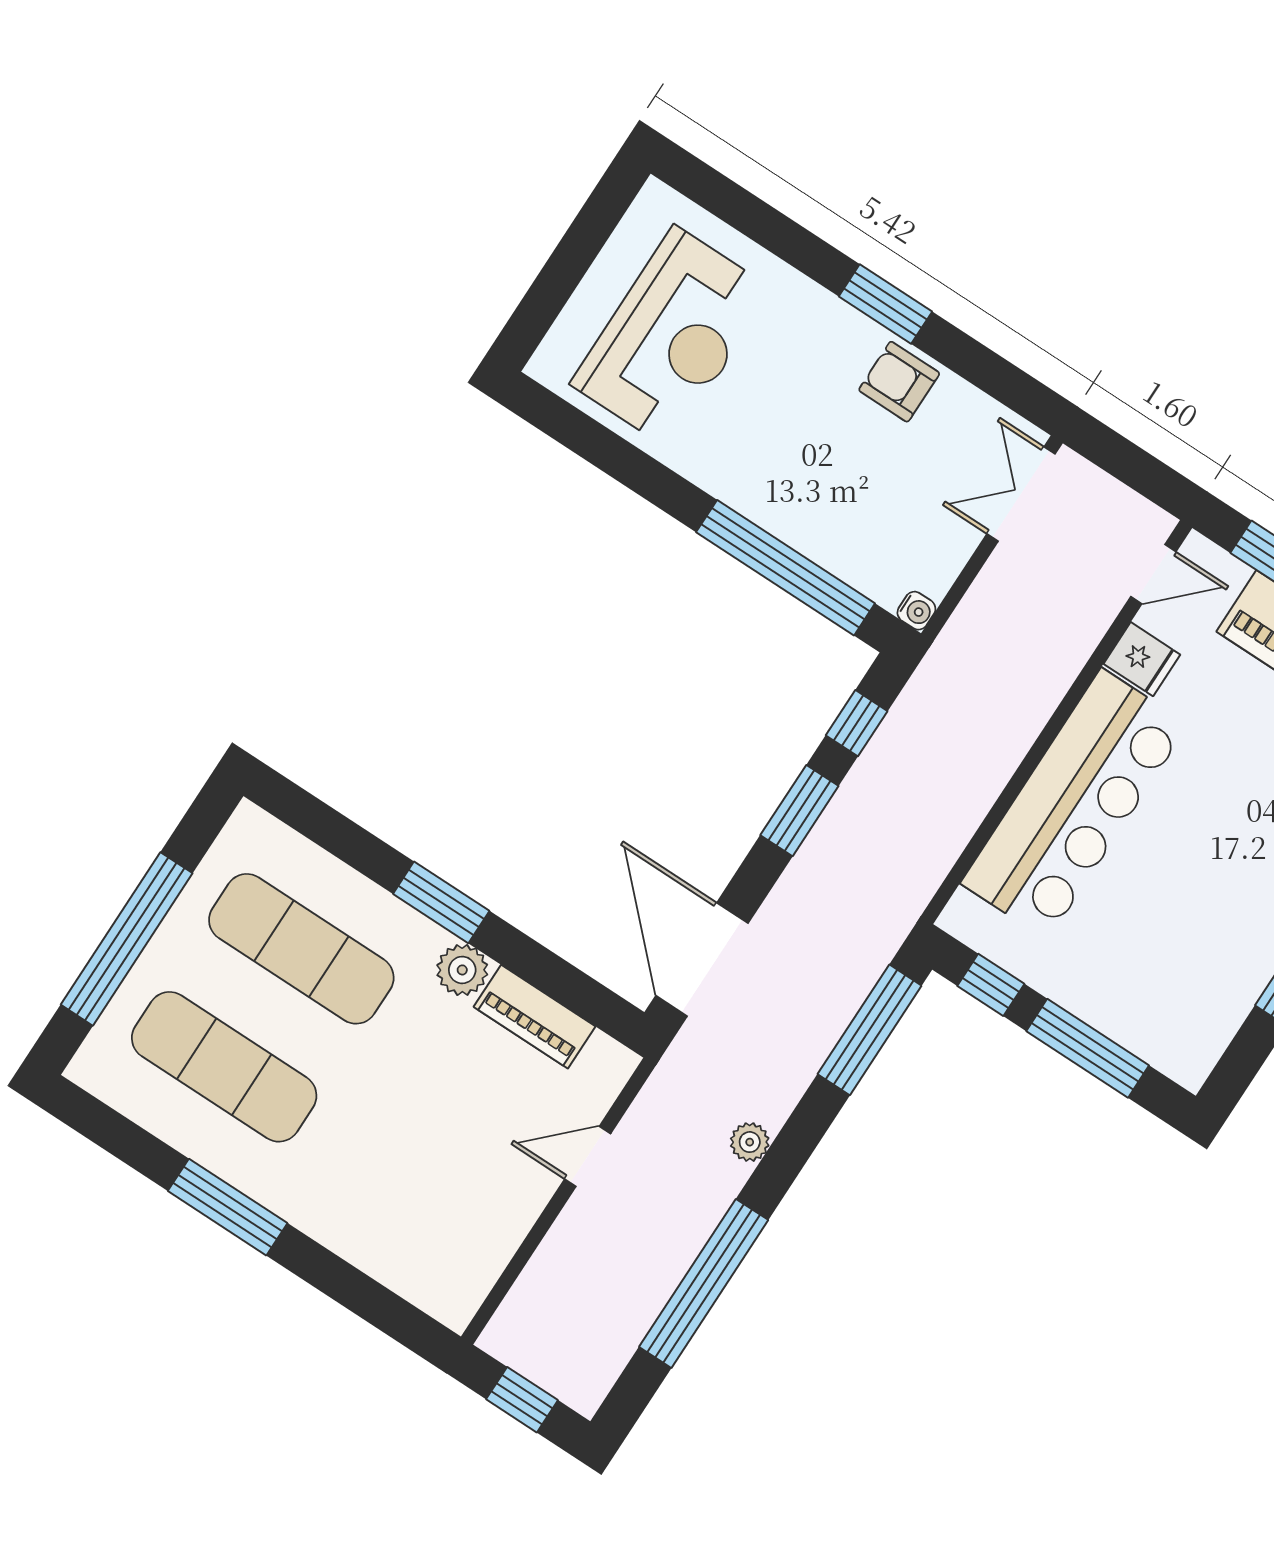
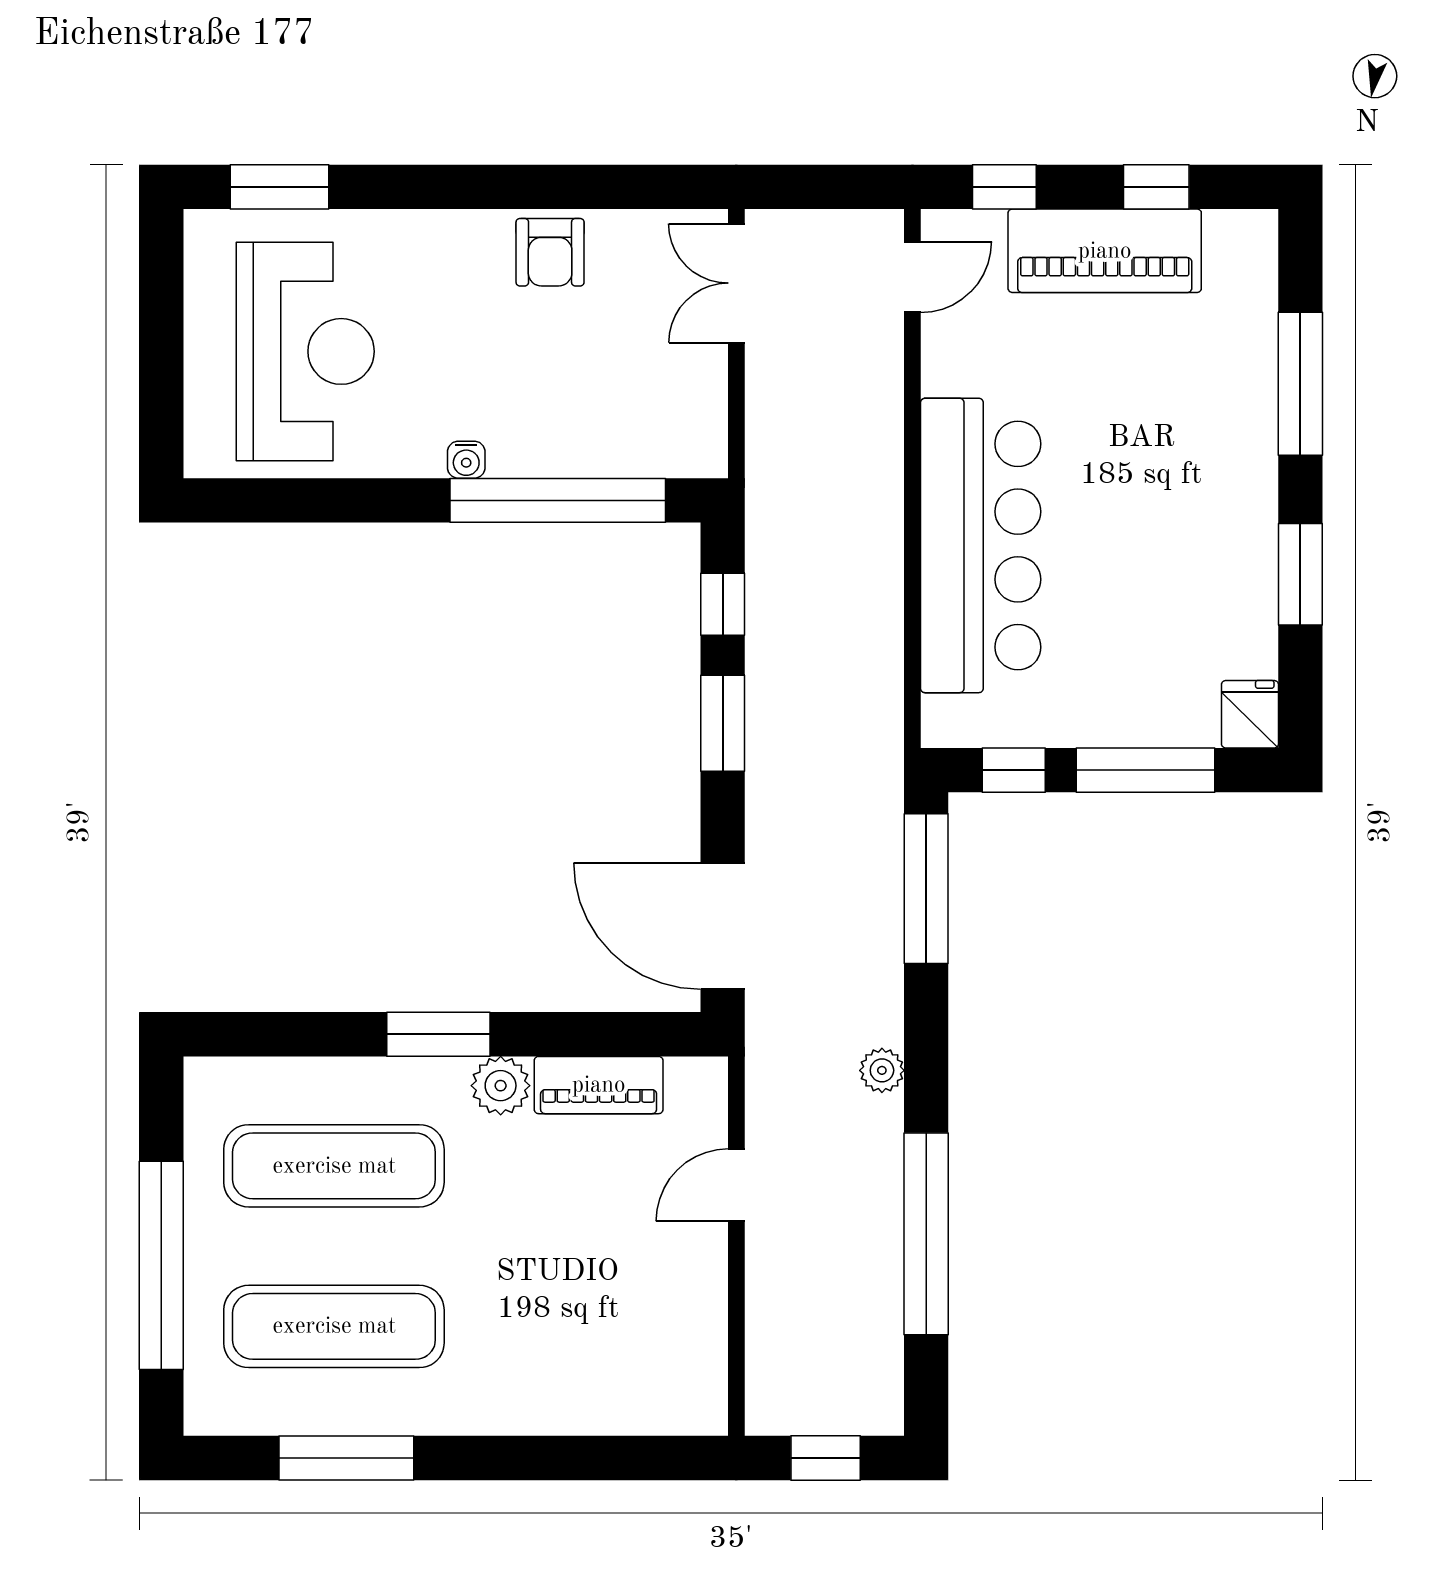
window: (885, 304) -> (280, 187), moved
armchair: (899, 382) -> (550, 252), turned -90
water cooler: (916, 611) -> (466, 460), moved, turned 90
fridge: (1142, 659) -> (1250, 714), moved, turned -90
window: (228, 1207) -> (346, 1458), moved

